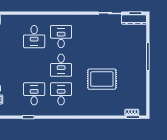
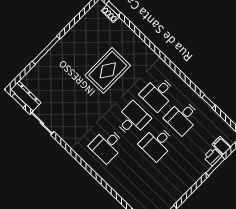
desk: (34, 37) -> (157, 143), moved, turned 180
rug: (102, 79) -> (108, 70), turned 90

